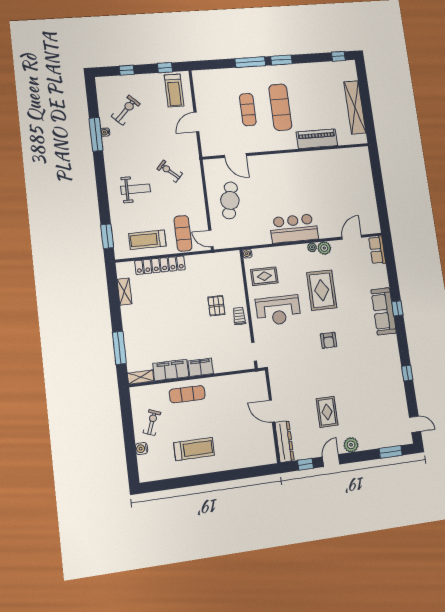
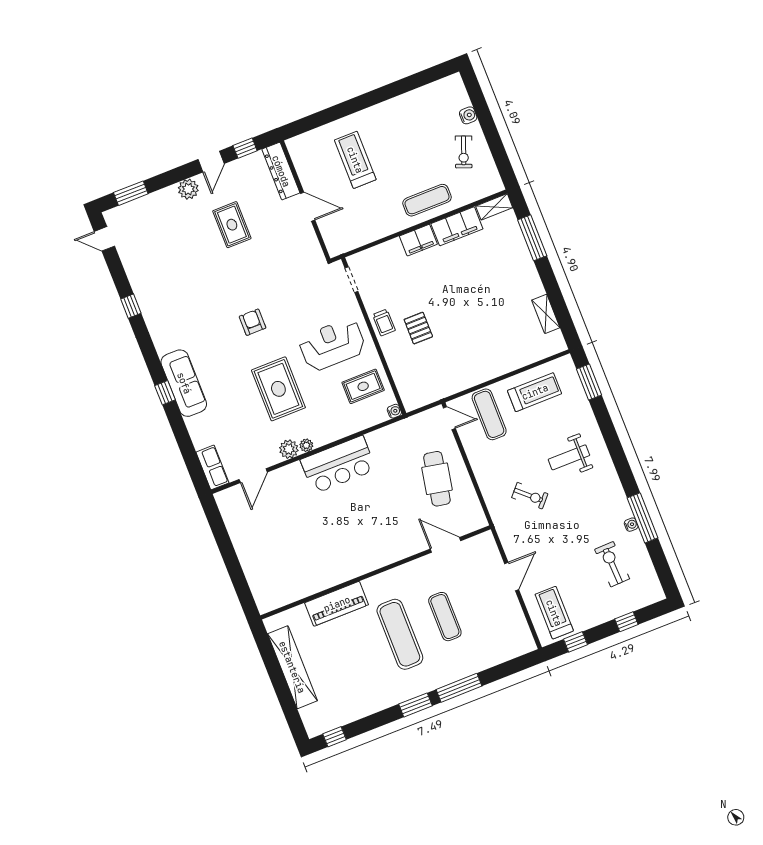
exercise bike: (126, 110) -> (612, 564), turned 134
locker: (160, 265) -> (508, 362), removed
treadmill: (194, 449) -> (355, 160), moved, turned 90

